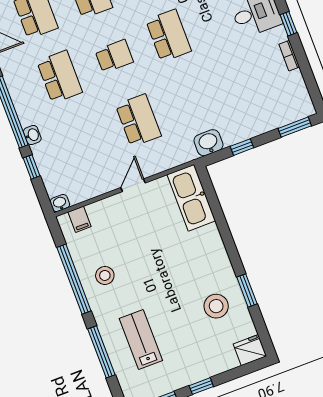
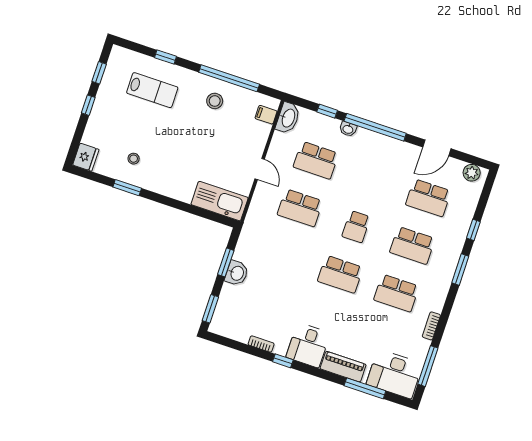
school desk: (60, 77) -> (316, 160), moved
washbasin: (208, 143) -> (237, 273), moved
window: (242, 147) -> (226, 262), width x1.50
washbasin: (60, 203) -> (288, 118), width x1.91, depth x1.45
stool: (216, 306) -> (134, 159), width x0.53, depth x0.53
window: (101, 352) -> (165, 57), width x0.46

